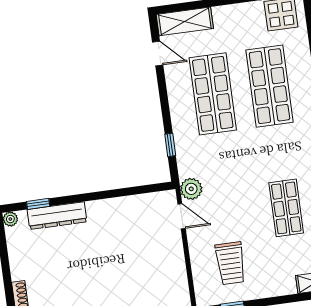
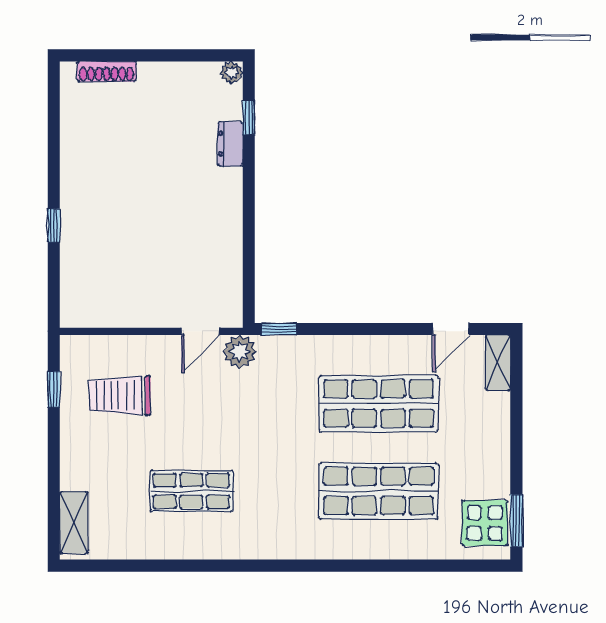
shelving: (185, 21) -> (498, 363), width x0.67, depth x0.75
window: (170, 145) -> (279, 329), moved
dresser: (57, 216) -> (230, 144), width x0.51, depth x0.80

